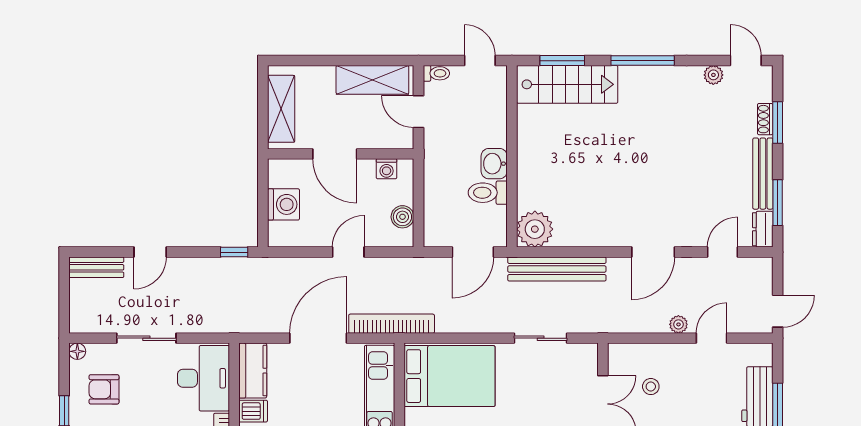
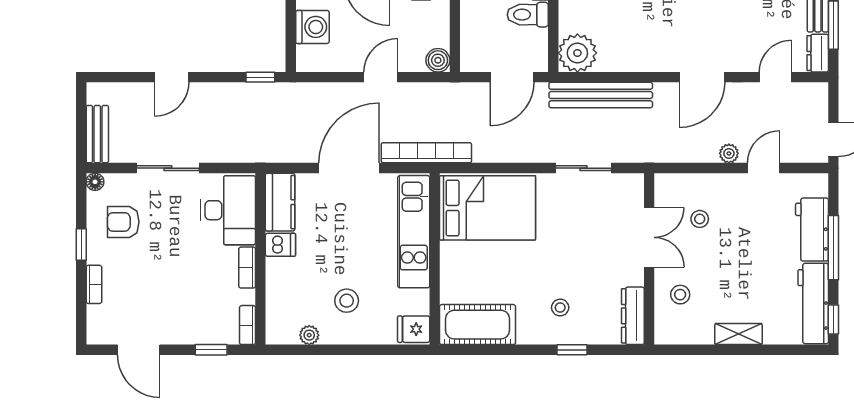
boiler: (402, 217) -> (438, 60), moved
bench: (96, 267) -> (97, 134), moved, turned 90

